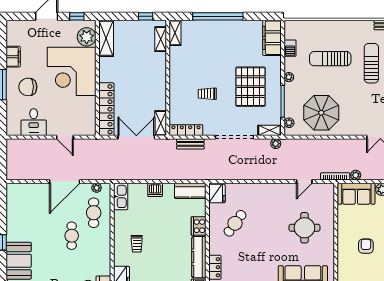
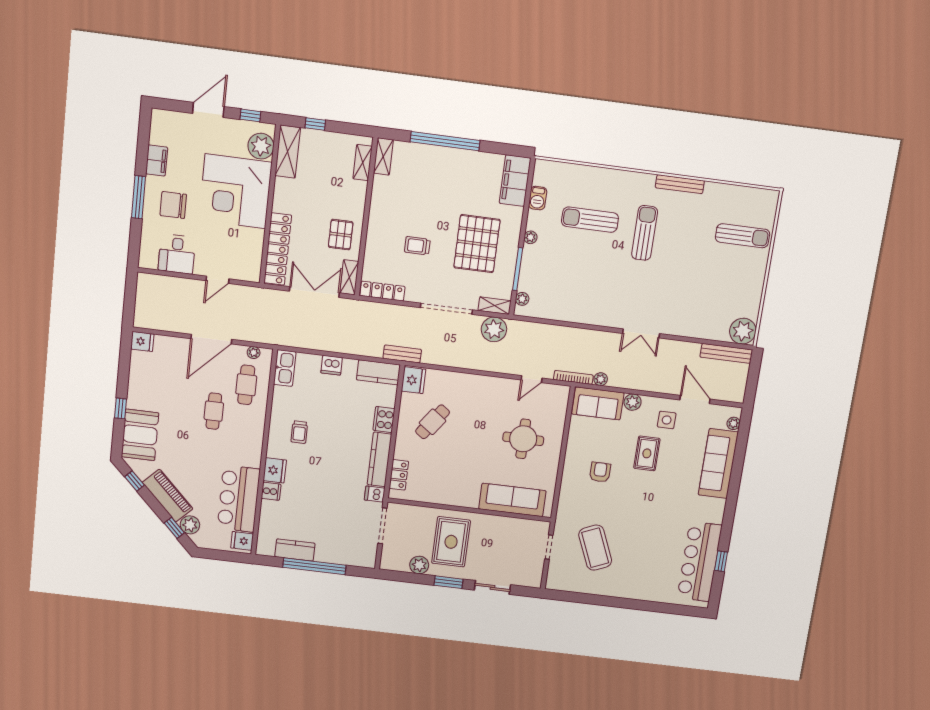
window: (146, 16) -> (315, 124), moved
pallet: (151, 93) -> (341, 235), added
parasol: (321, 113) -> (567, 291), removed
door: (65, 137) -> (217, 280), hinge flipped
bench: (190, 144) -> (402, 354), moved
plant: (276, 144) -> (494, 329), width x1.87, depth x1.87
fridge: (14, 190) -> (142, 341), added

